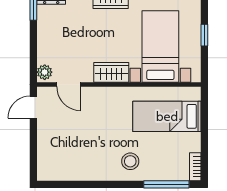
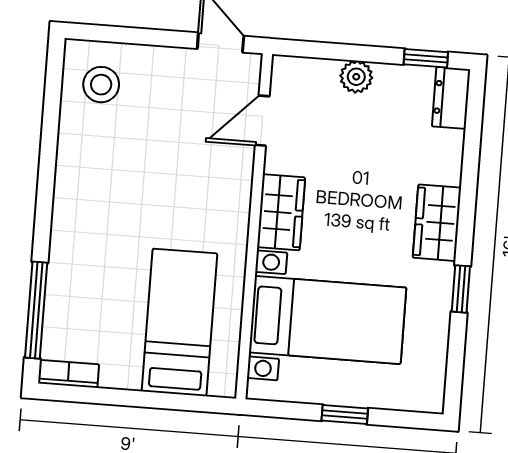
plant: (45, 72) -> (356, 77), moved
stool: (130, 161) -> (101, 85), moved

